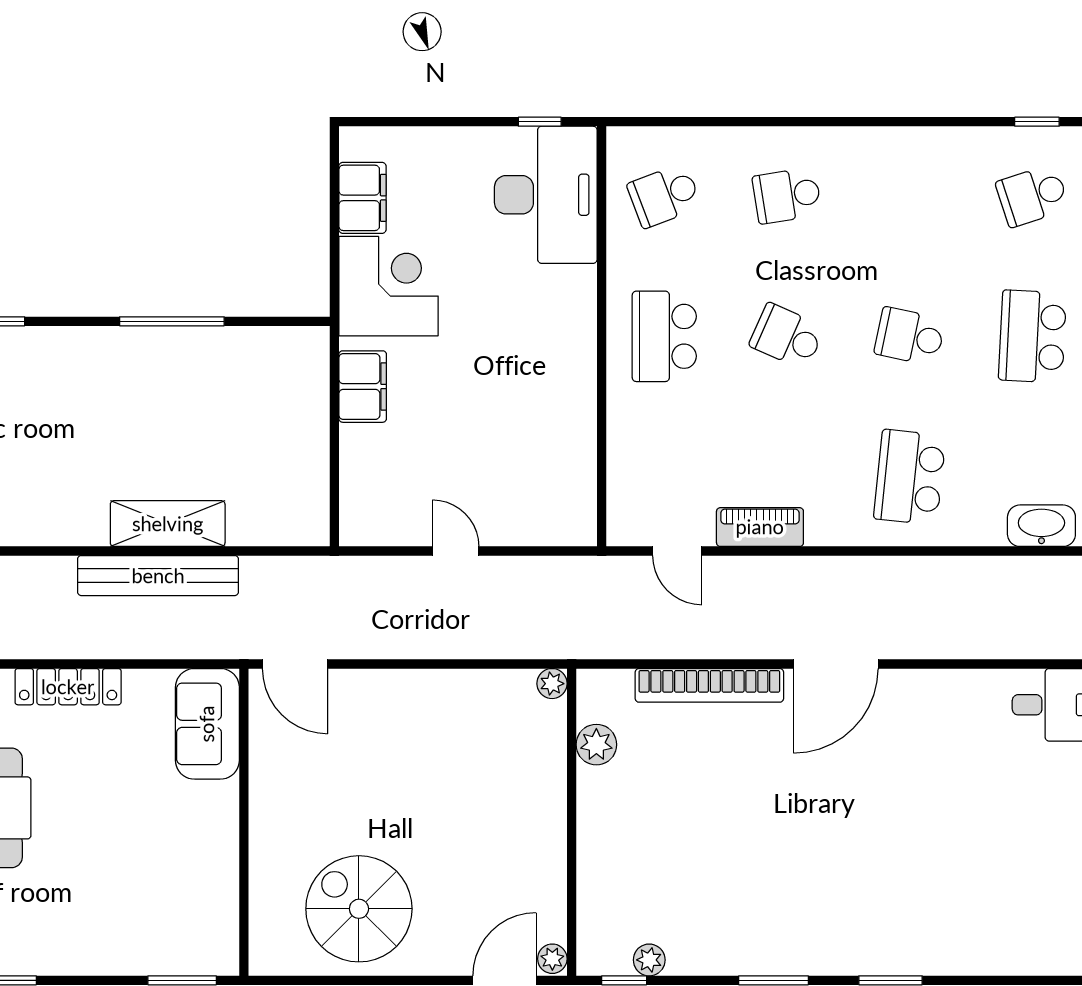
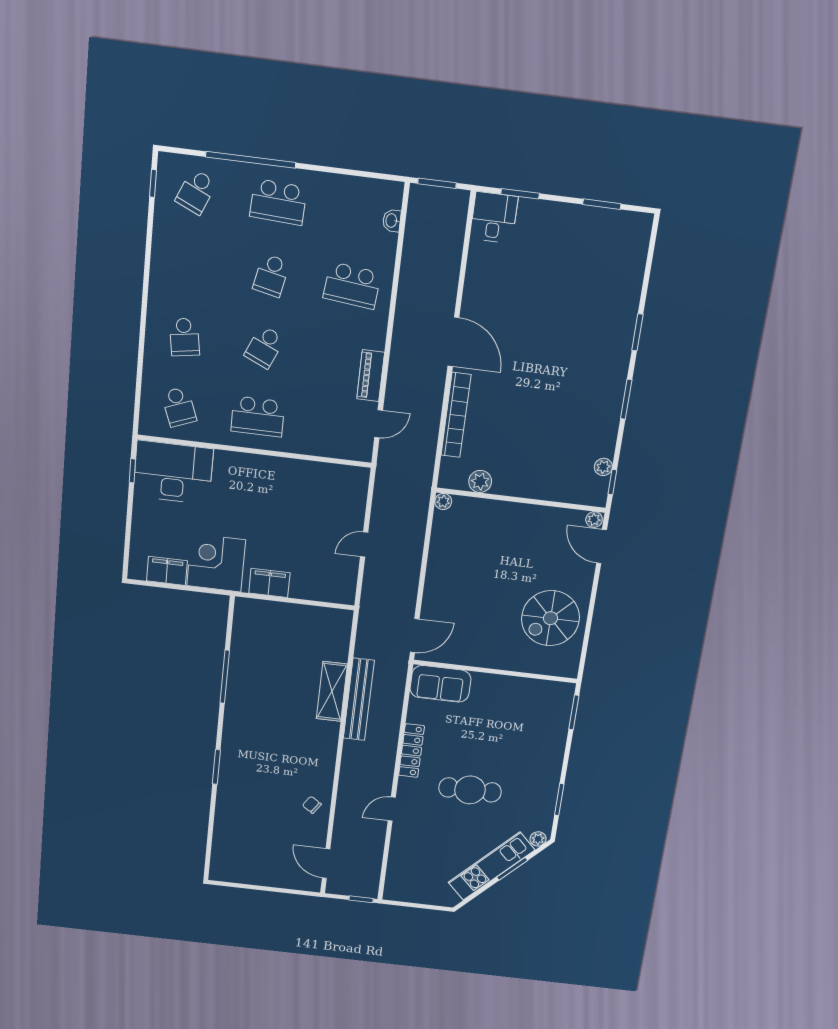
school desk: (1032, 196) -> (196, 192), turned 42
washbasin: (1041, 526) -> (392, 221), width x0.52, depth x0.69

